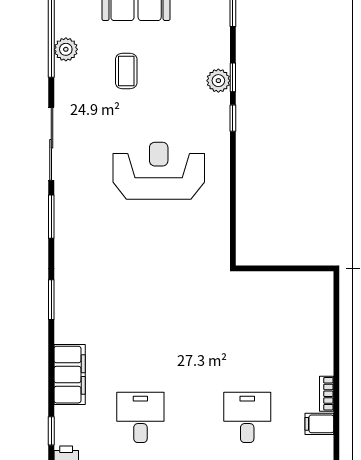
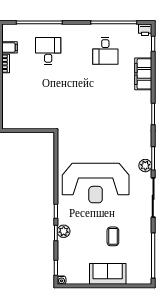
plant: (66, 49) -> (145, 166), moved
reception desk: (159, 171) -> (96, 183), width x1.36, depth x1.30
desk: (247, 417) -> (48, 51), turned 180

